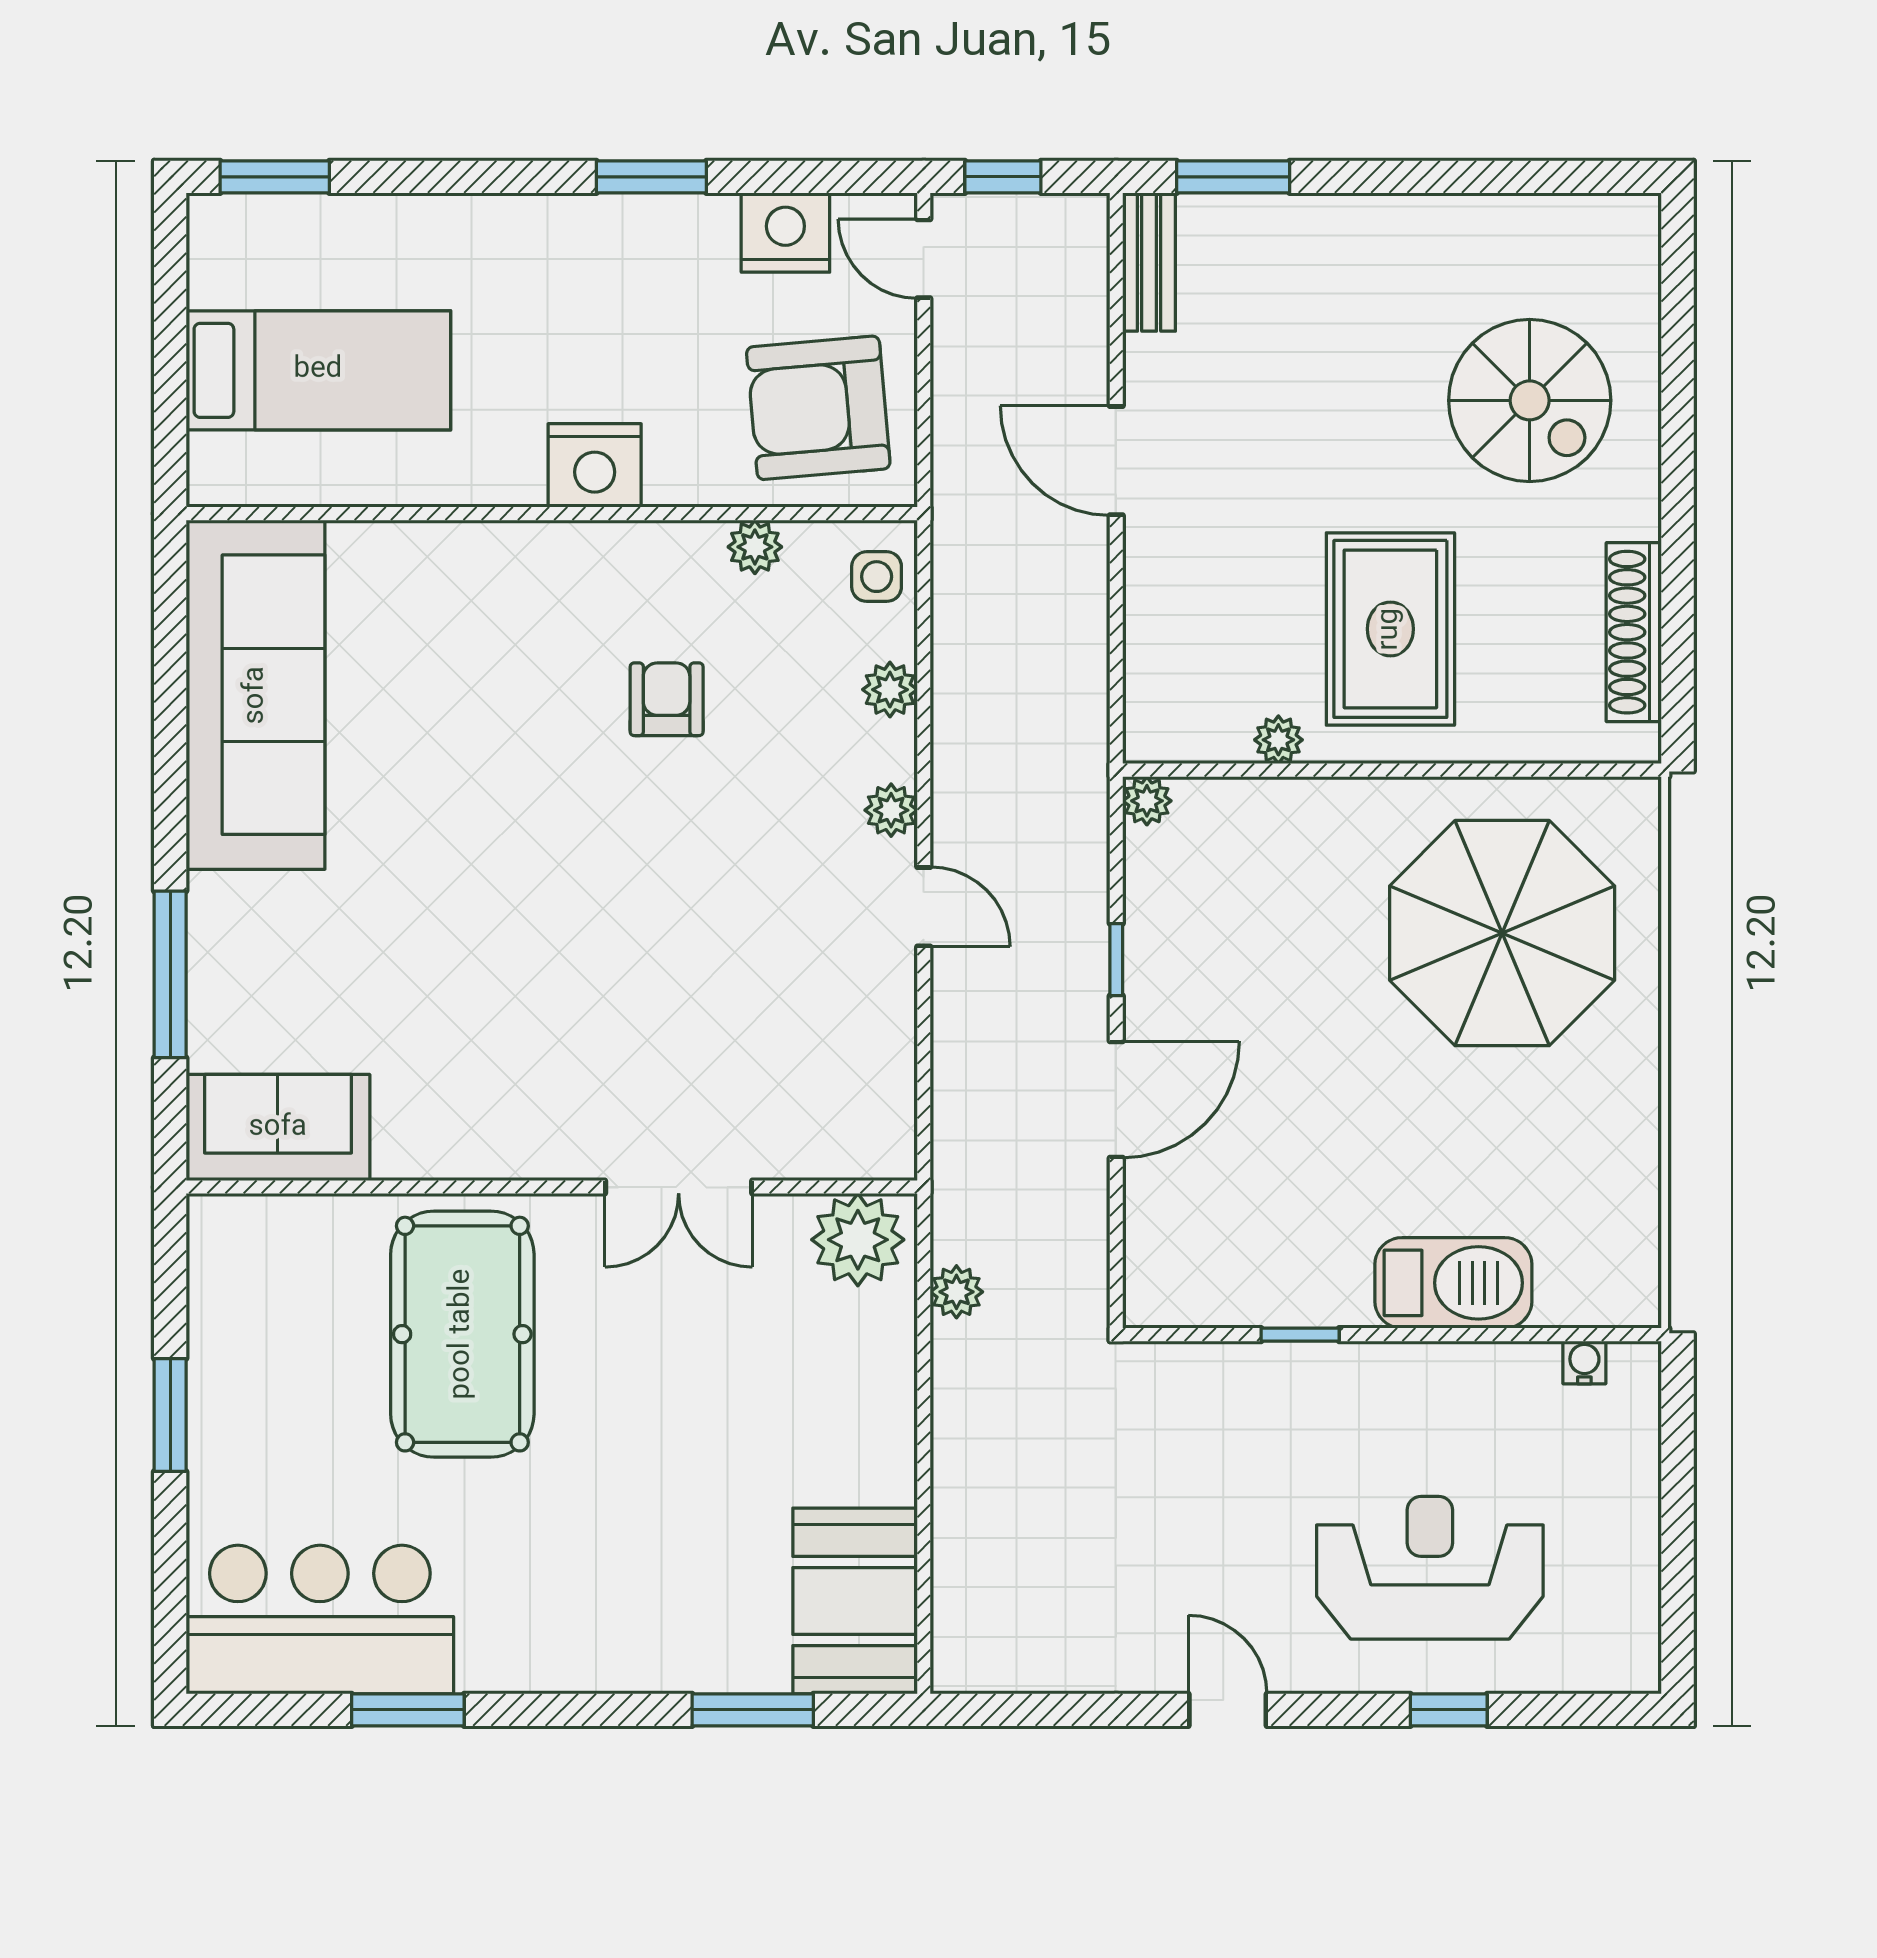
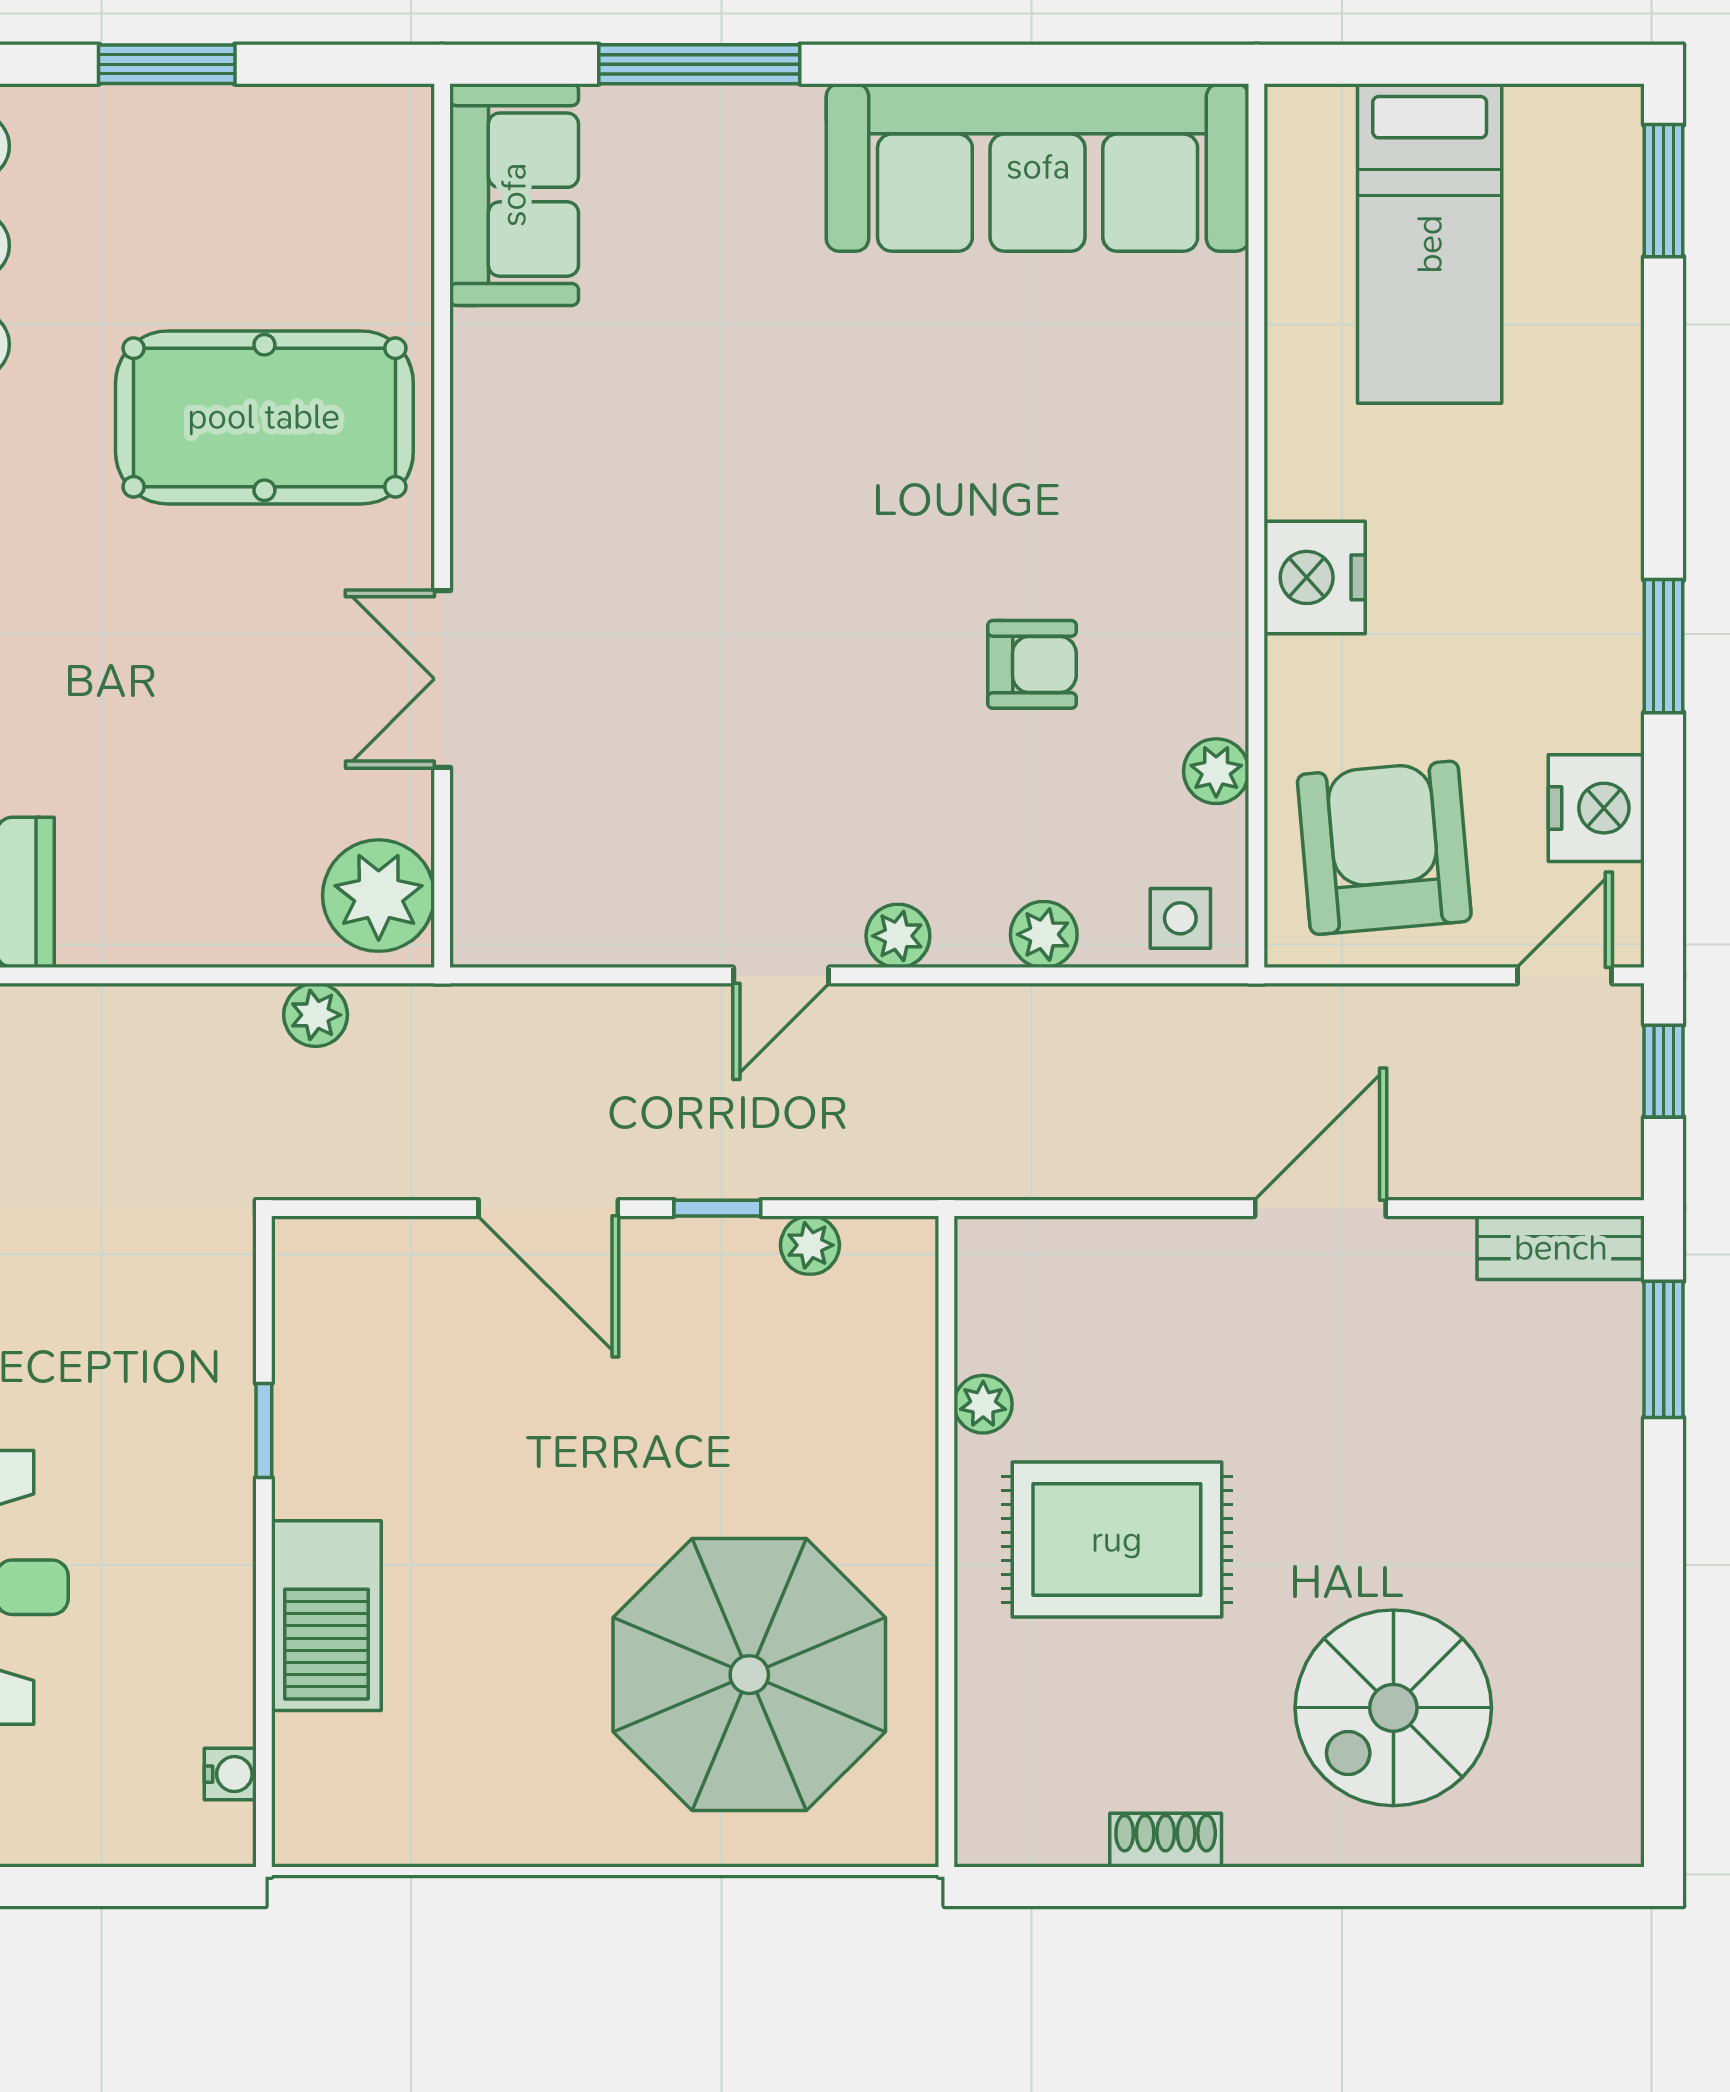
shoe rack: (1634, 632) -> (1166, 1840), width x0.51, depth x0.81
plant: (1147, 801) -> (810, 1245), moved

